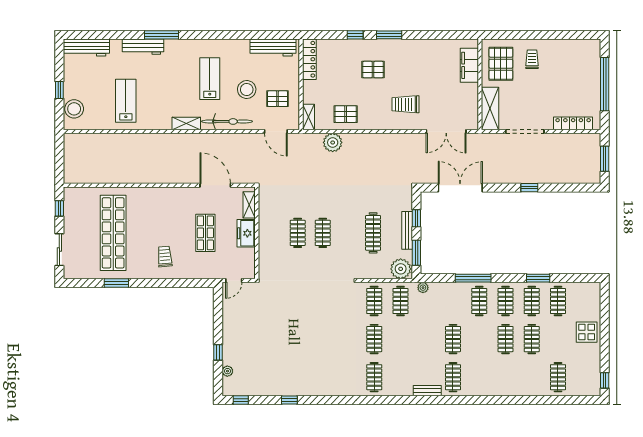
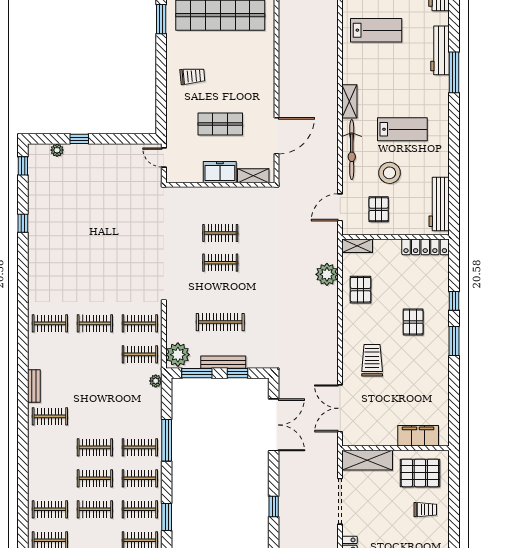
clothes rail: (453, 339) -> (95, 447), moved
clothes rail: (532, 377) -> (50, 509), added

